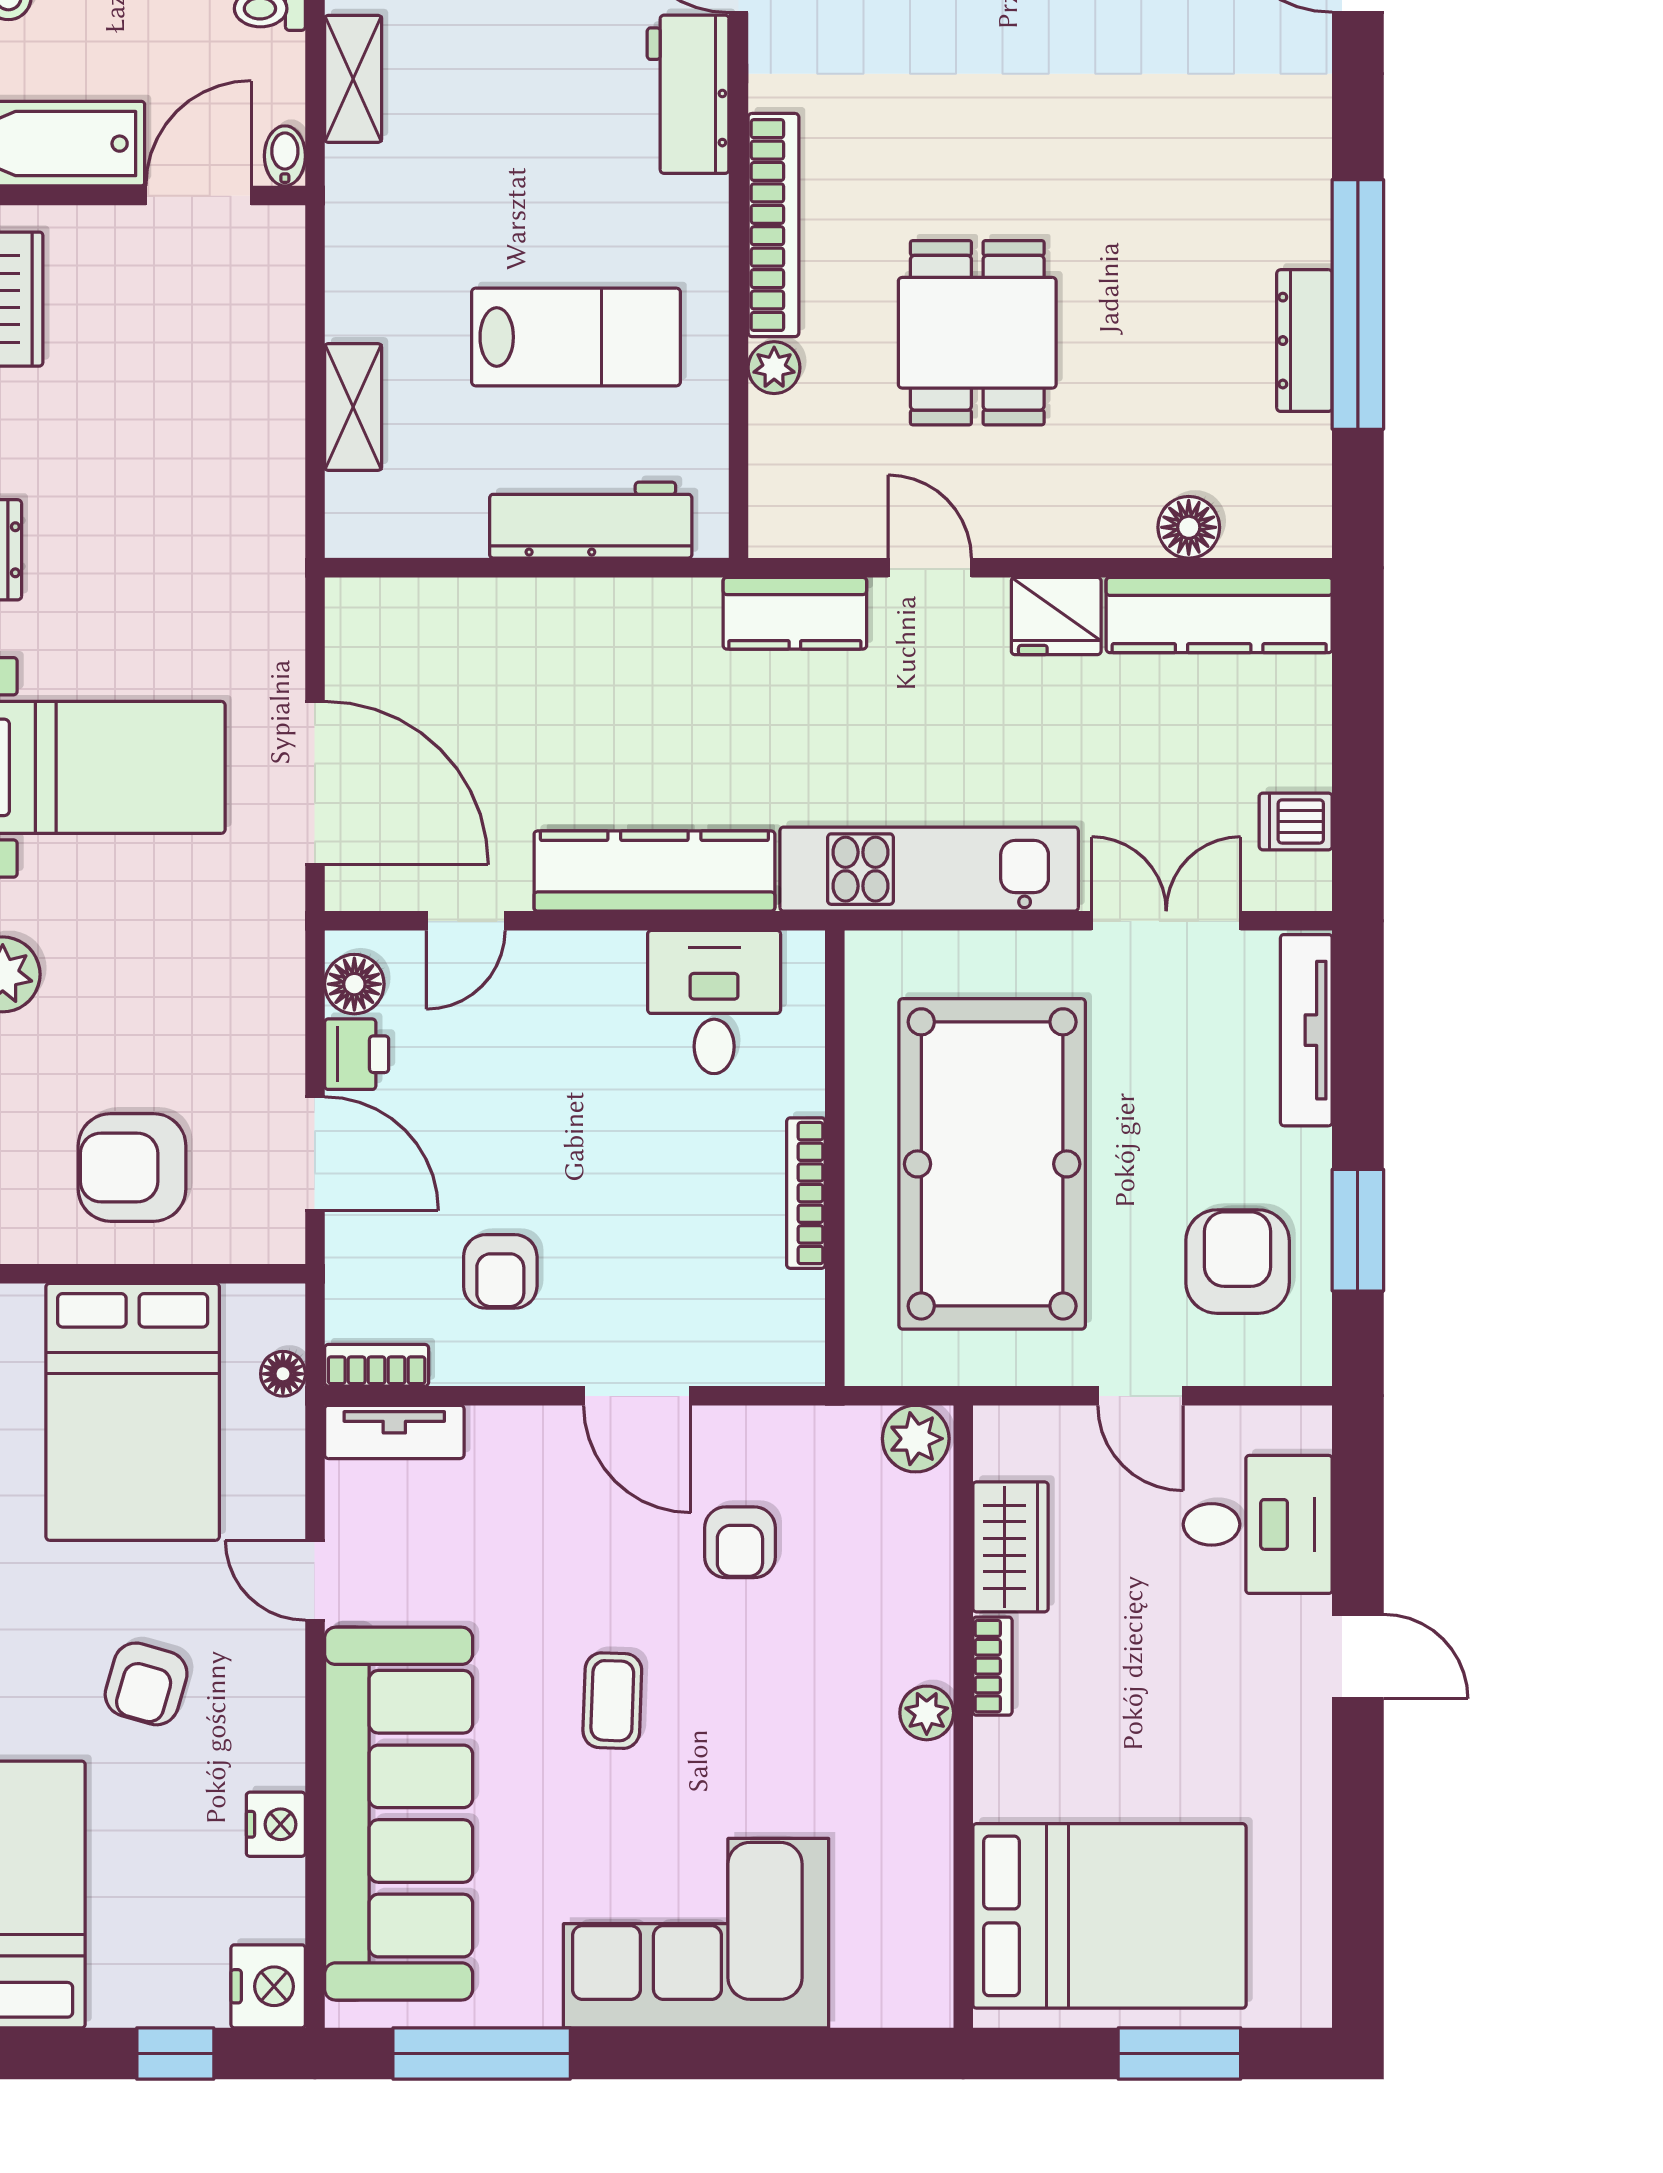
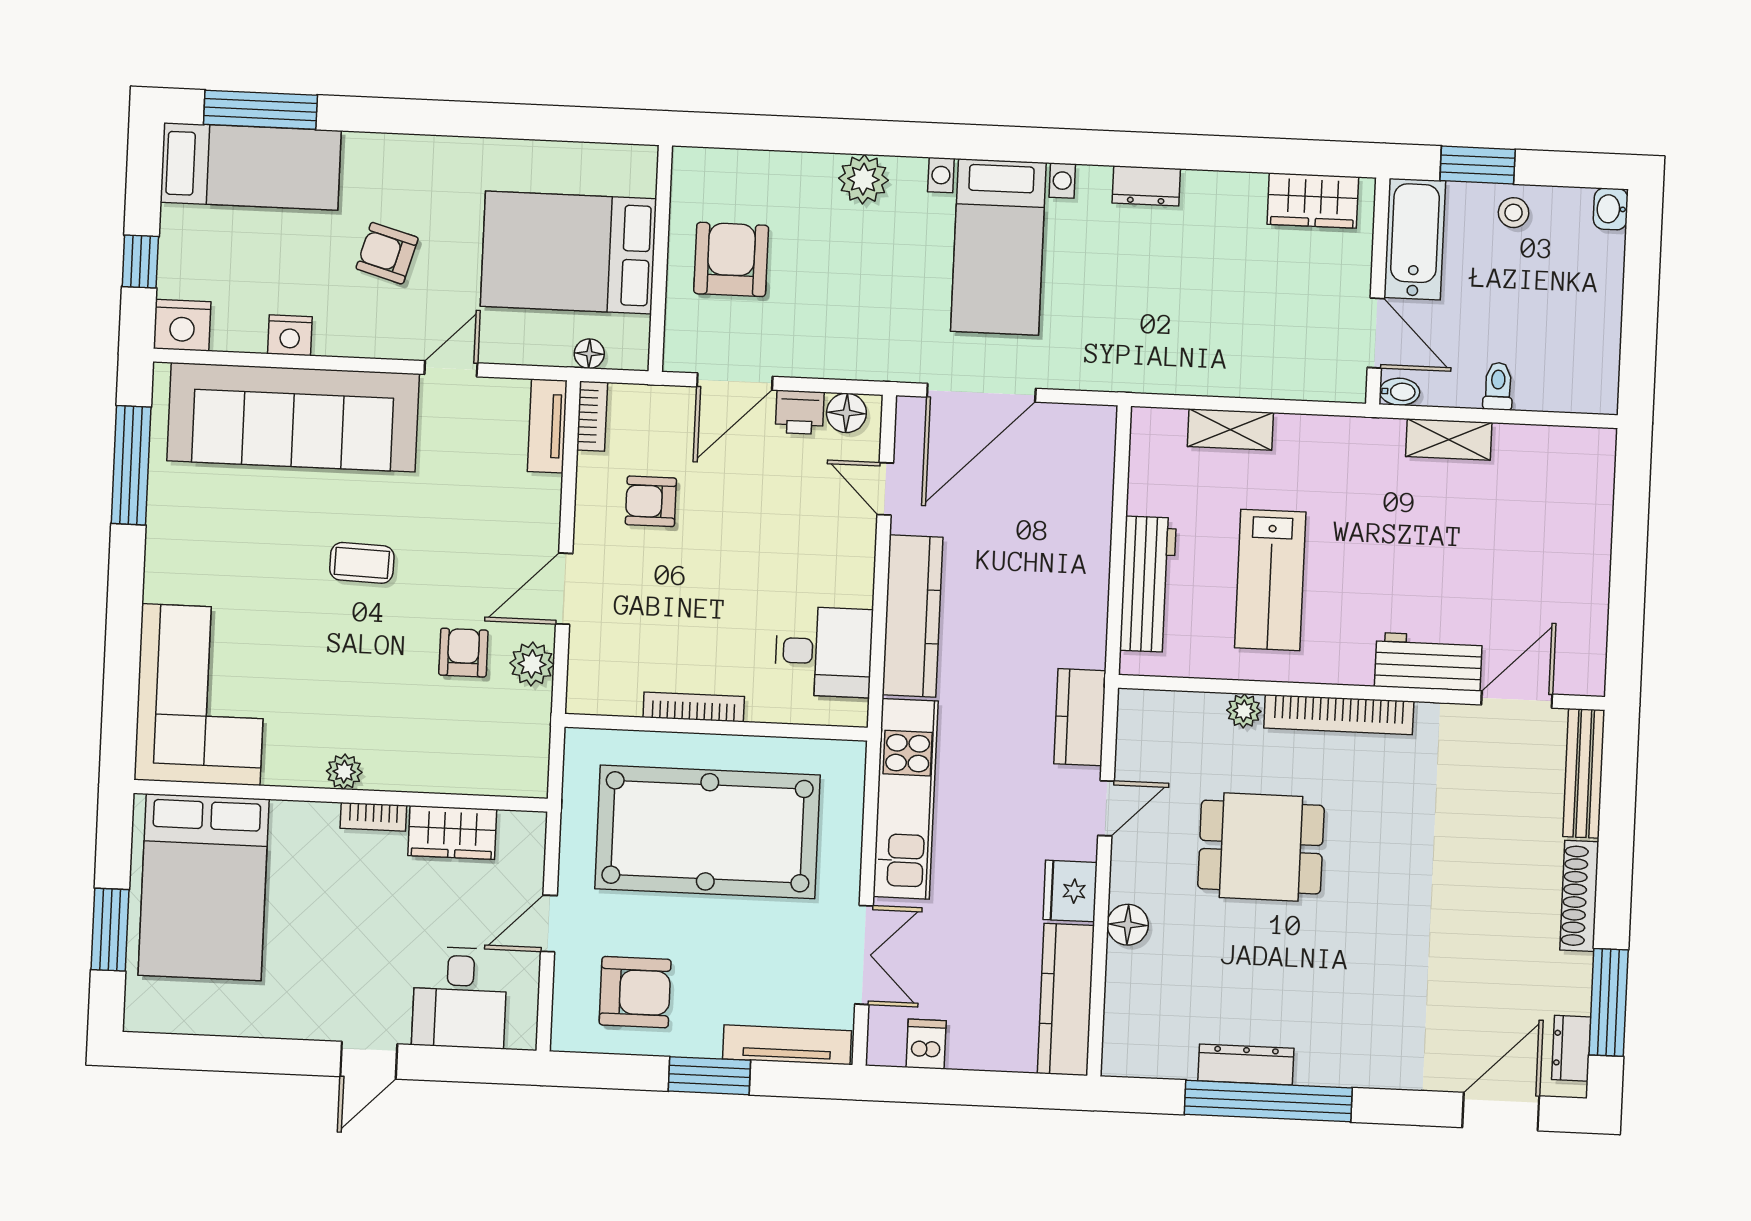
floor lamp: (1189, 527) -> (1128, 925), moved
window: (1358, 1230) -> (709, 1076), moved
plant: (916, 1439) -> (532, 664), moved
armchair: (740, 1542) -> (463, 653), turned 90
corner sofa: (696, 1933) -> (201, 695), moved

